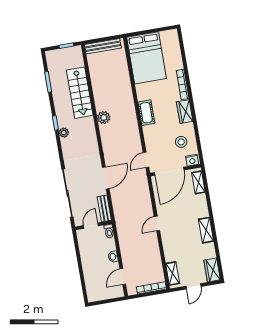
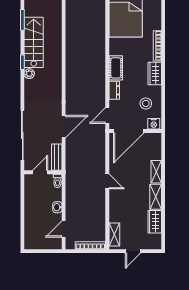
stairs: (80, 93) -> (34, 42), moved, turned 180
plant: (104, 117) -> (72, 65), removed
dresser: (149, 135) -> (114, 90), added
shelving: (198, 182) -> (156, 172), moved
door: (157, 223) -> (107, 181), swing flipped
wardrobe: (212, 270) -> (155, 222), moved

